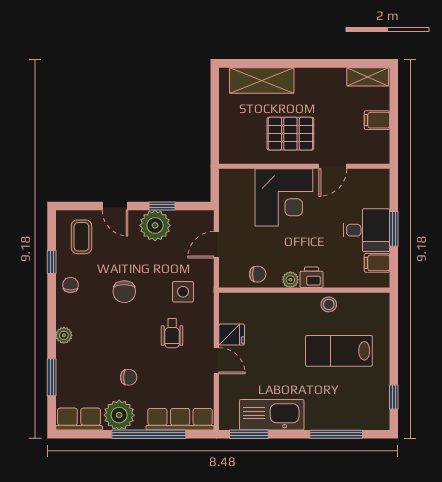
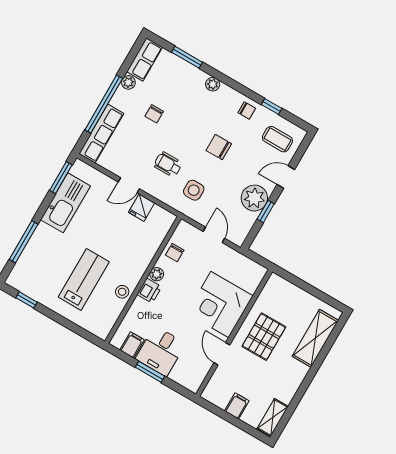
plant: (119, 415) -> (128, 82), width x0.53, depth x0.53

